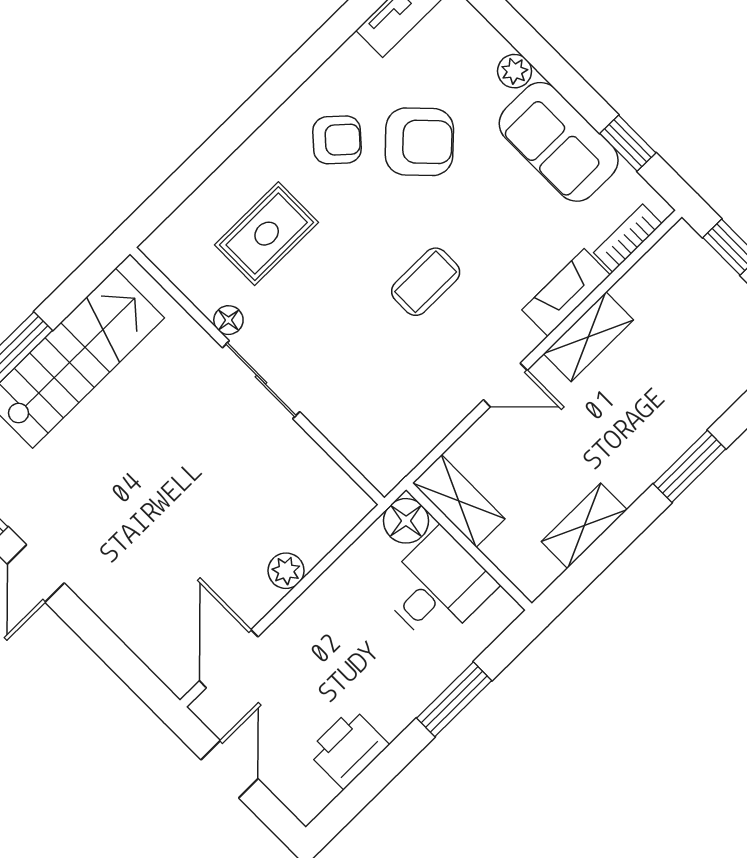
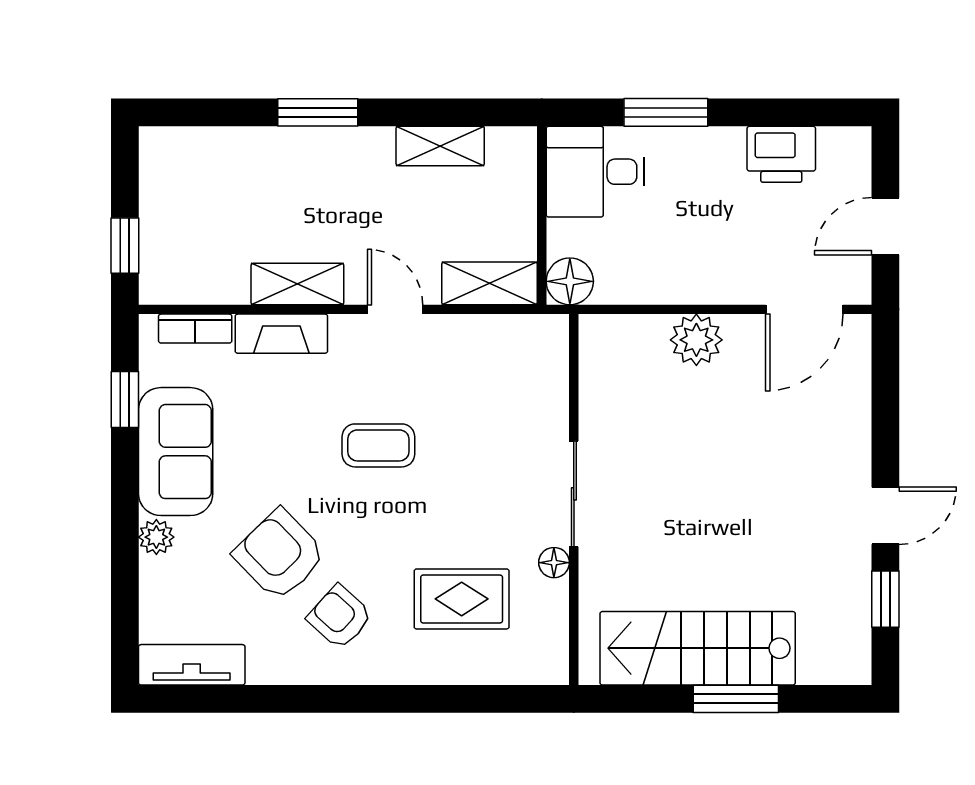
shelving: (459, 501) -> (490, 283), moved, turned 90
plant: (286, 571) -> (696, 340), width x1.38, depth x1.38
desk: (437, 587) -> (595, 172), moved

